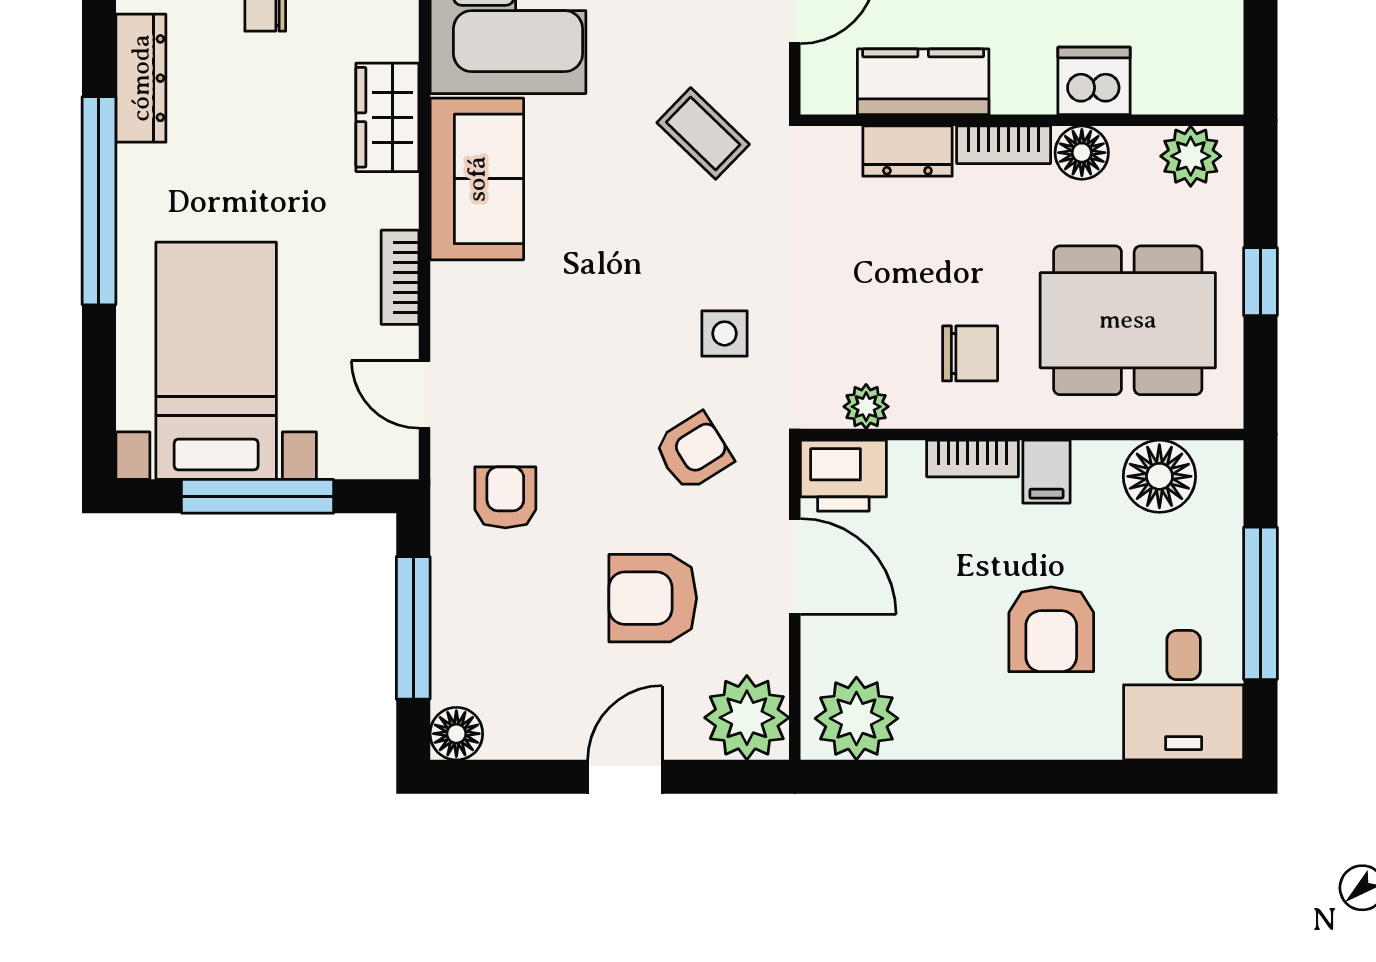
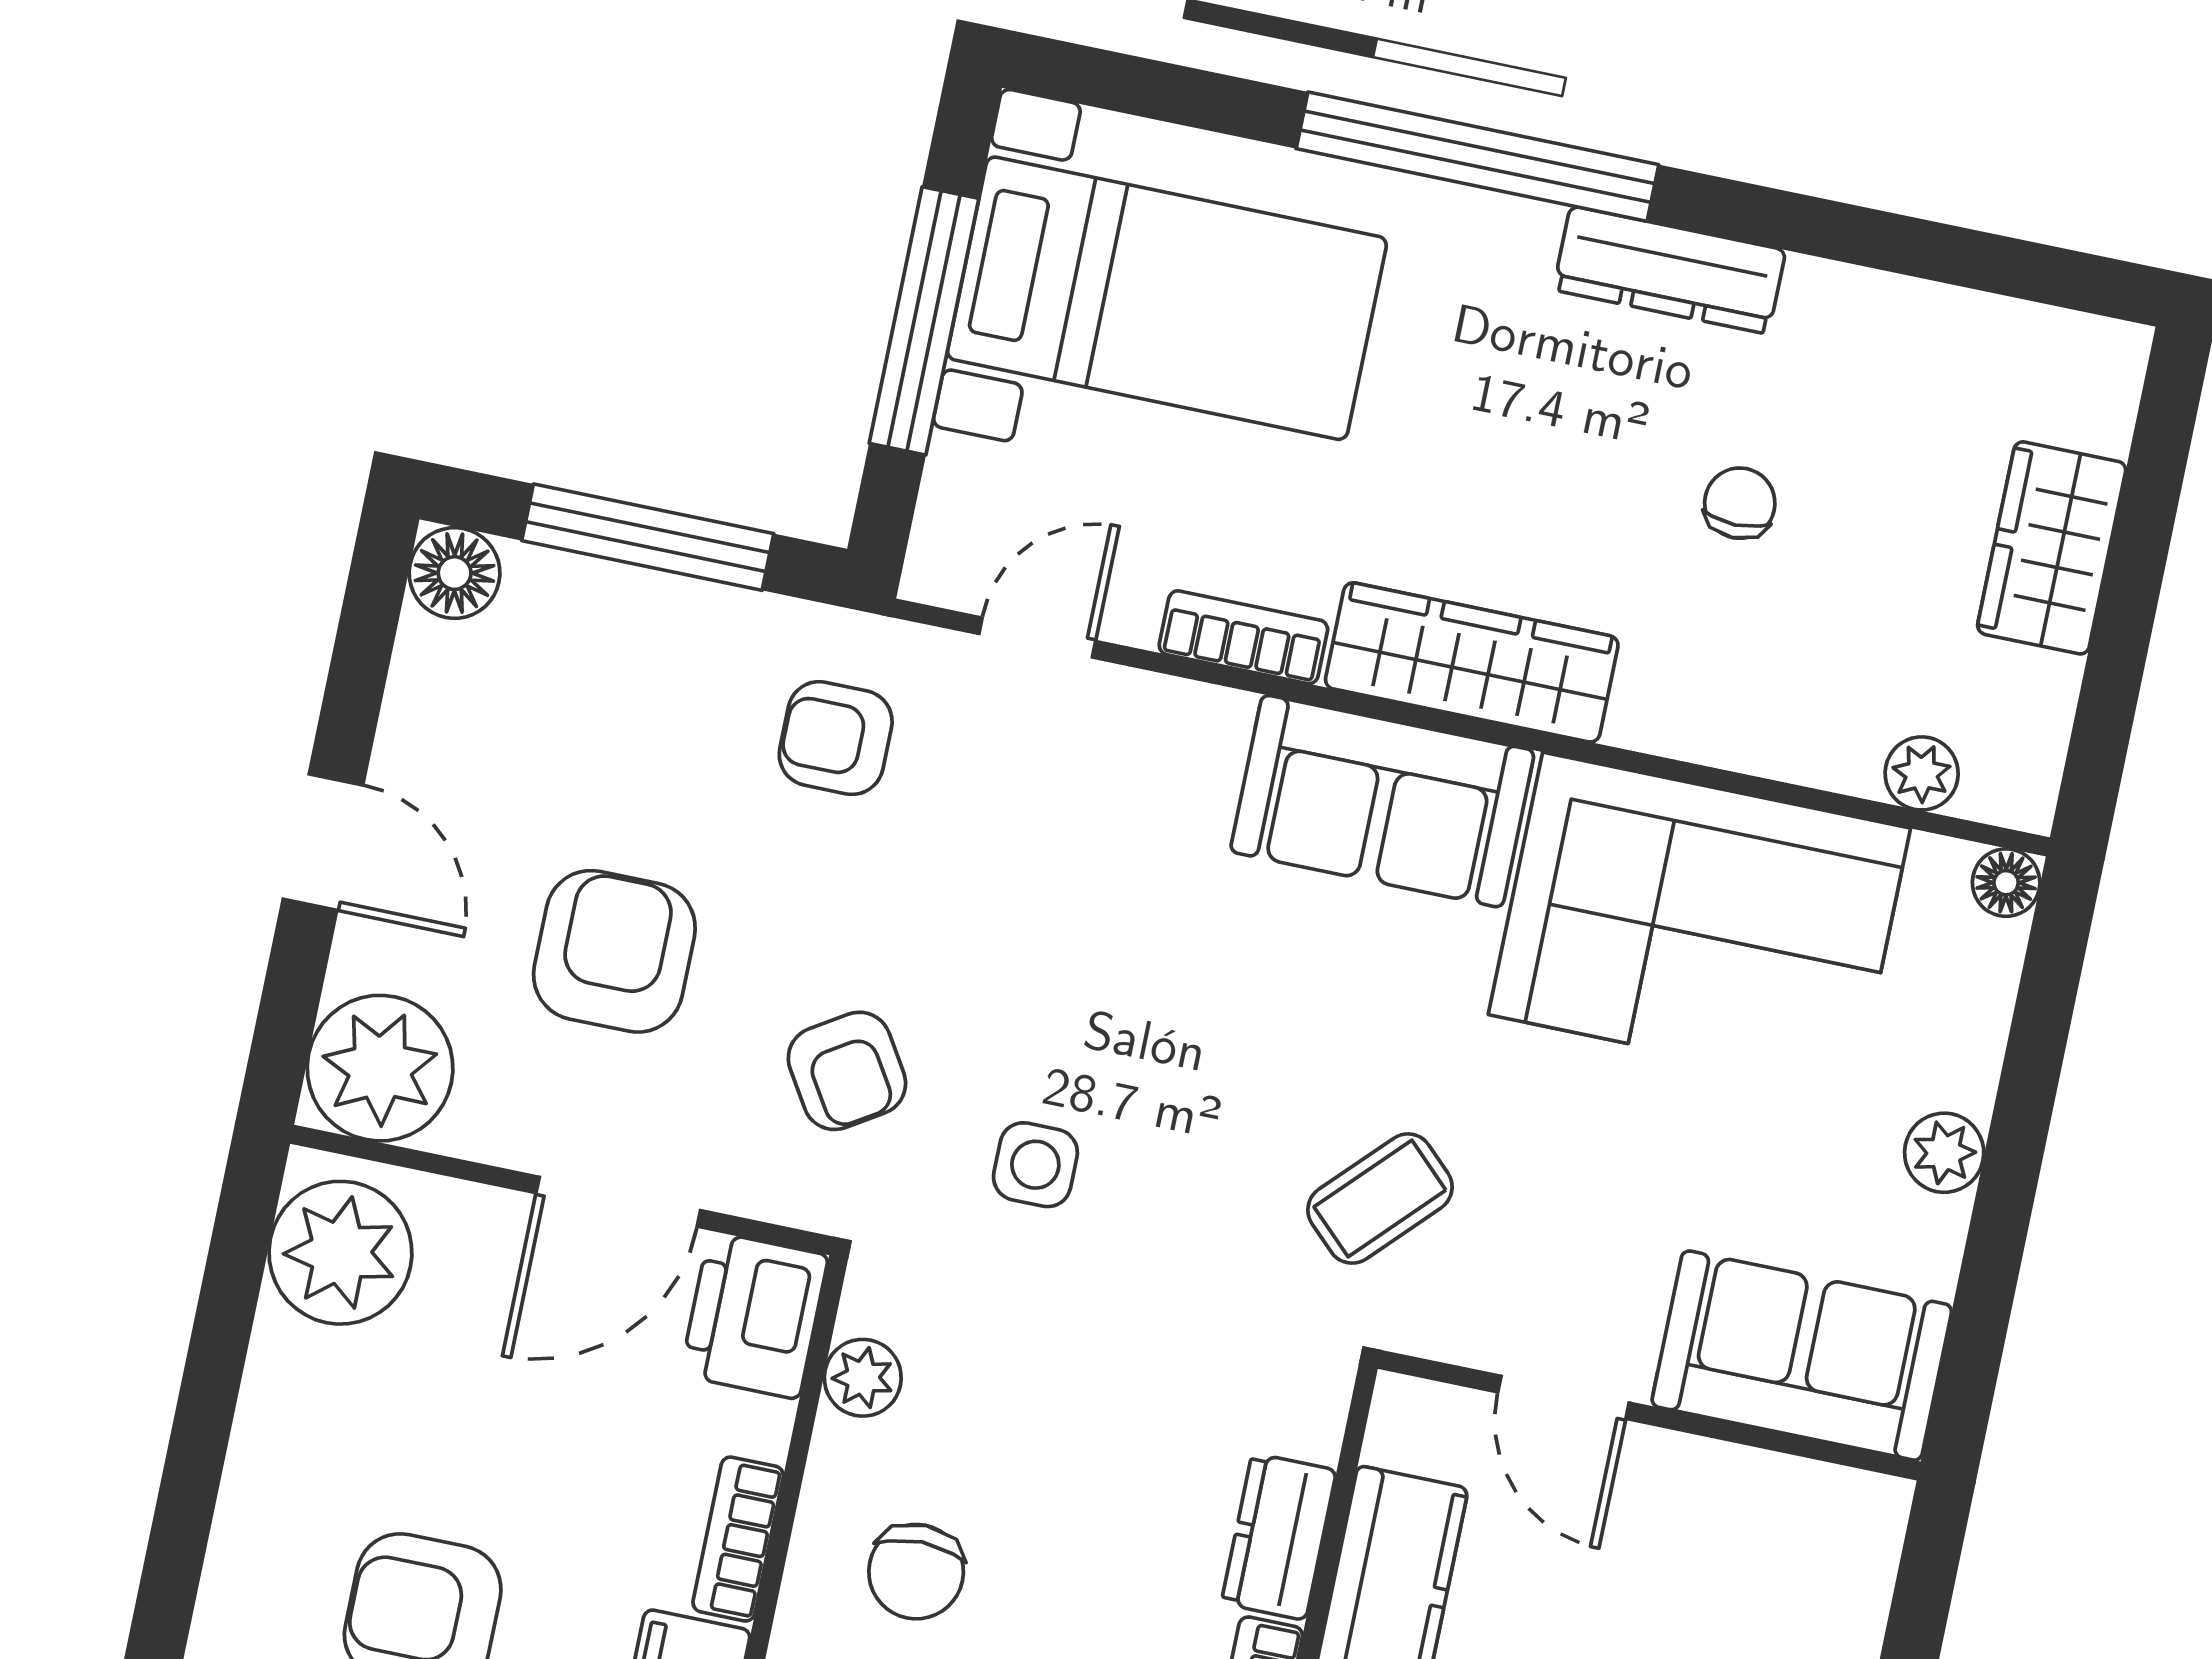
wardrobe: (387, 117) -> (1472, 662), width x1.50
armchair: (505, 497) -> (836, 738), turned 180

